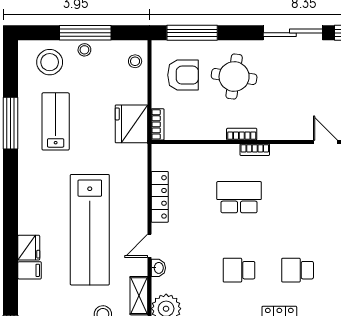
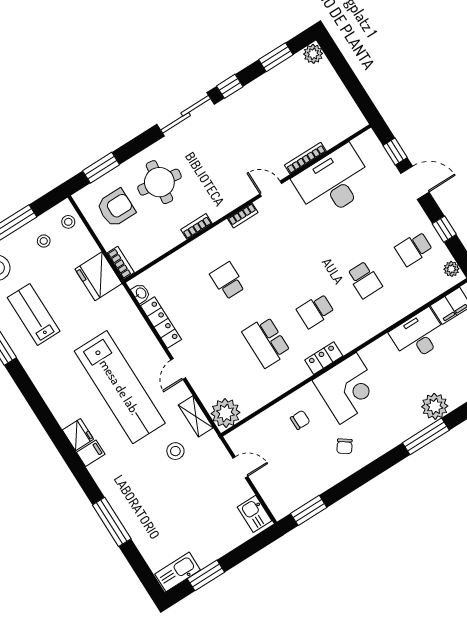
window: (192, 33) -> (101, 168), width x0.69
stool: (84, 50) -> (44, 241), moved
bookcase: (255, 150) -> (243, 215), moved
school desk: (239, 197) -> (228, 281), width x0.54
washbasin: (158, 268) -> (141, 293), moved
school desk: (239, 270) -> (266, 342), width x1.85

